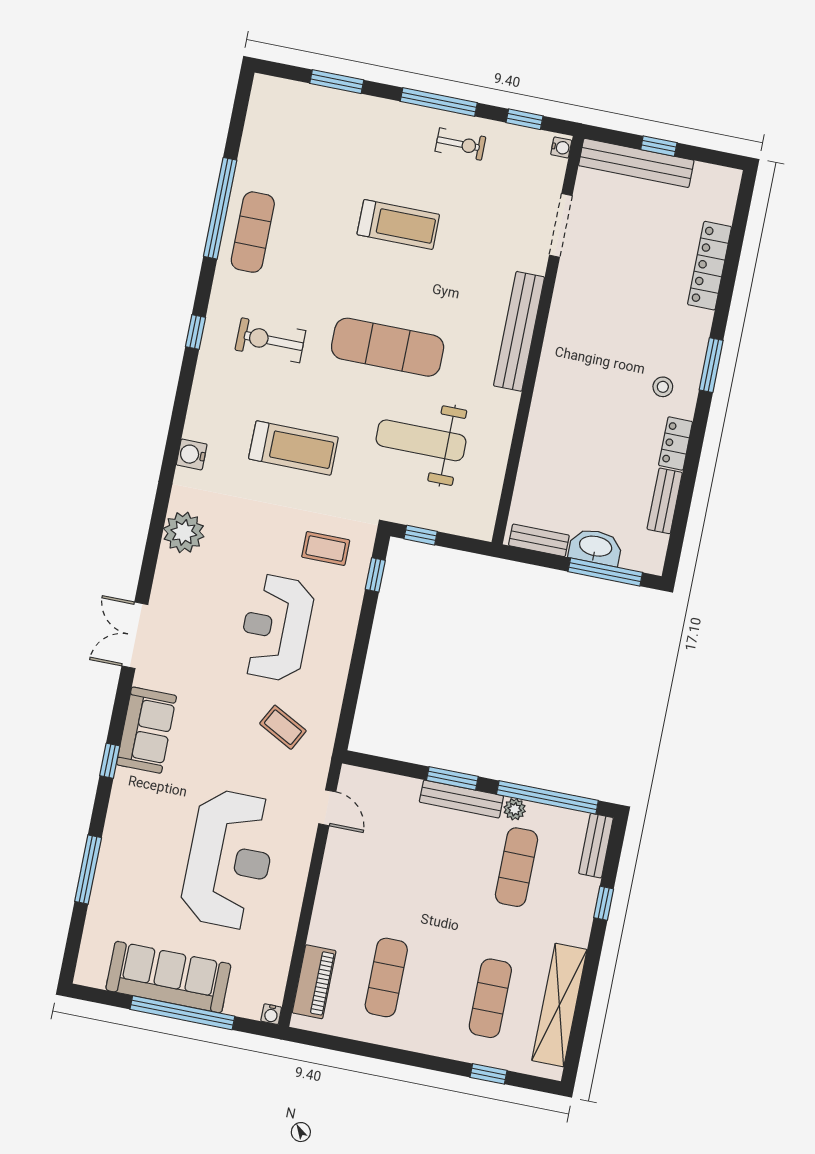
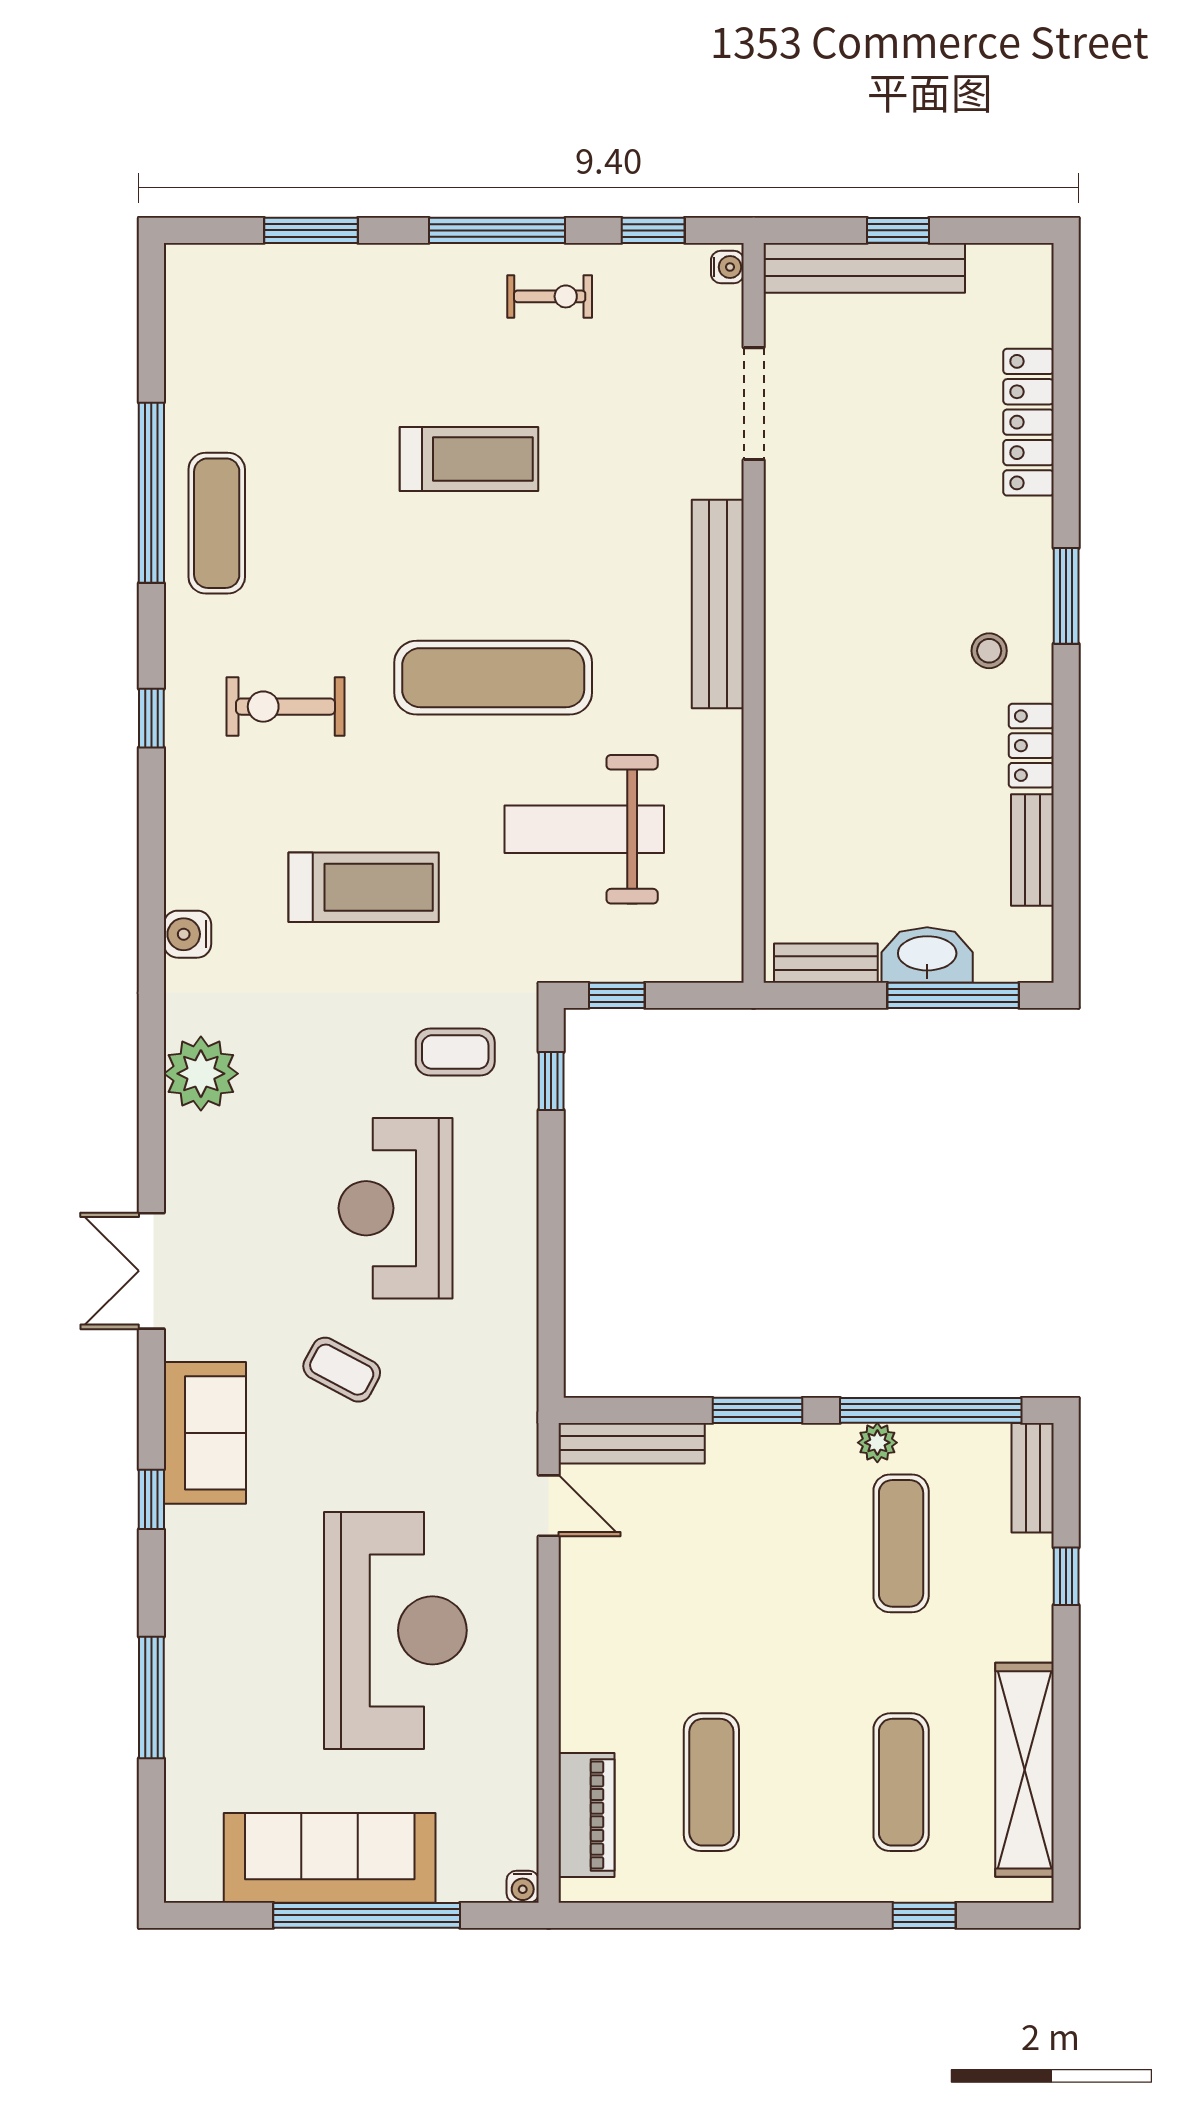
coffee table: (283, 727) -> (342, 1370), moved
bench: (461, 799) -> (632, 1443), moved

